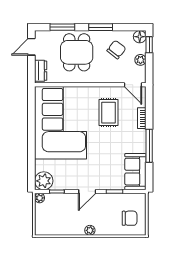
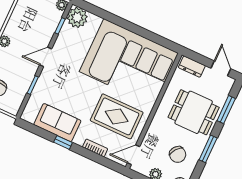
rug: (108, 113) -> (117, 116), width x1.36, depth x1.43
window: (149, 146) -> (63, 142), width x0.46
sofa: (135, 172) -> (57, 123), moved
door: (87, 191) -> (46, 57), hinge flipped

